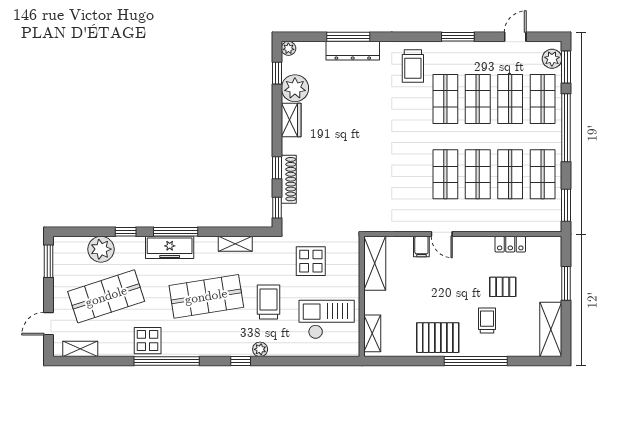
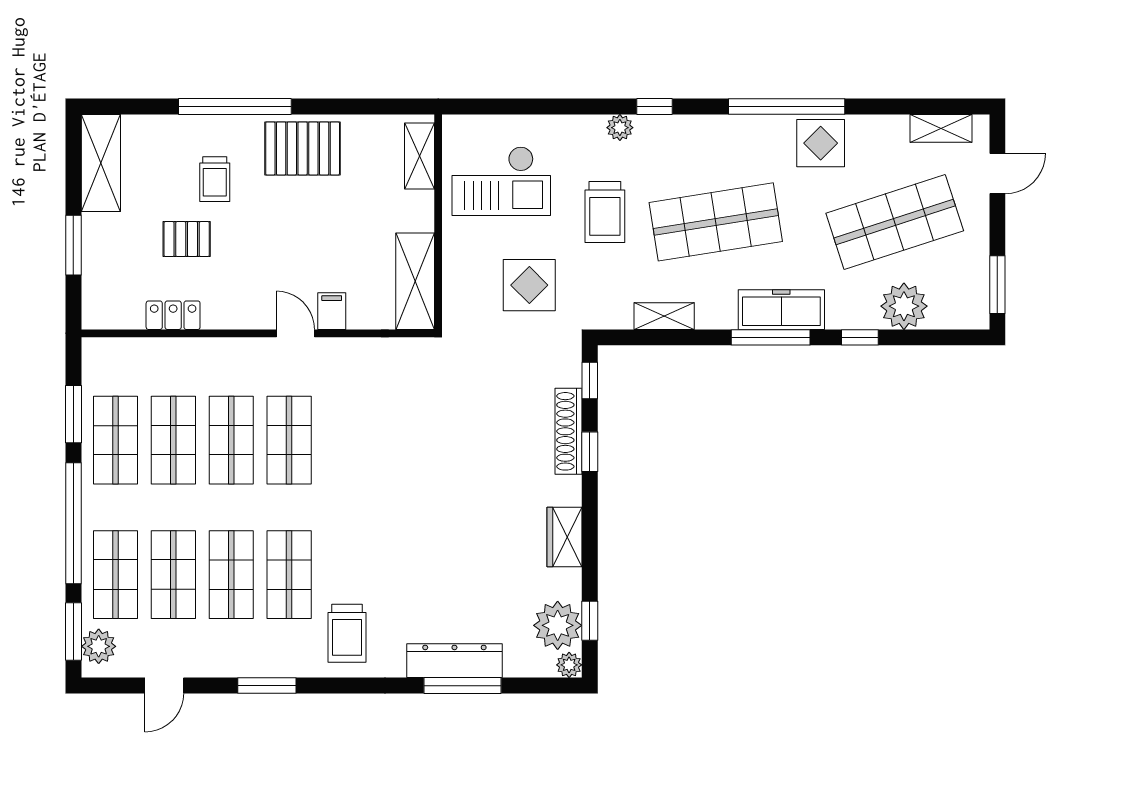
trolley: (413, 66) -> (347, 633), turned 180
plant: (295, 88) -> (558, 625), moved
window: (566, 205) -> (73, 414), moved

